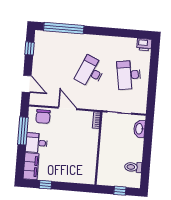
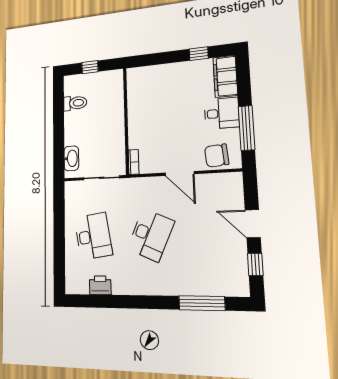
window: (64, 28) -> (202, 303), width x0.68
printer: (144, 45) -> (100, 285), moved
door: (27, 84) -> (253, 224), moved
chair: (43, 116) -> (217, 156), turned -95

